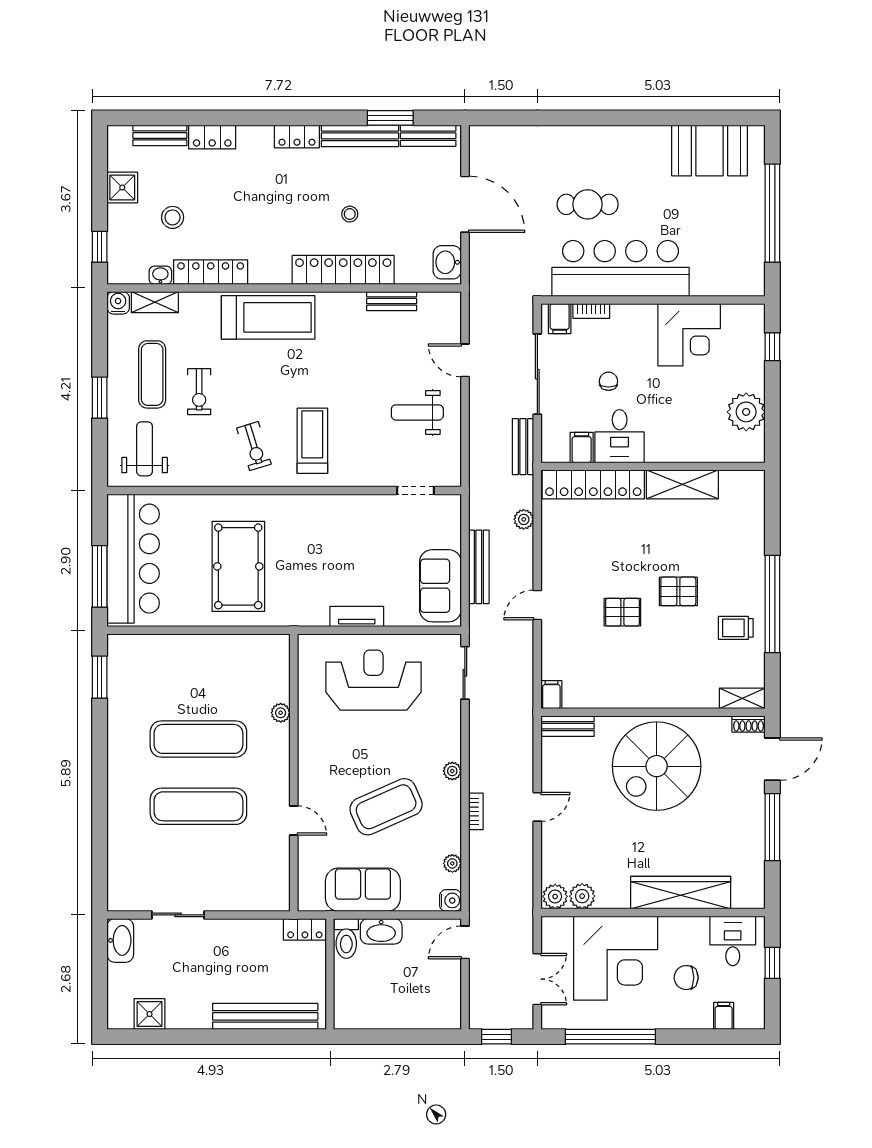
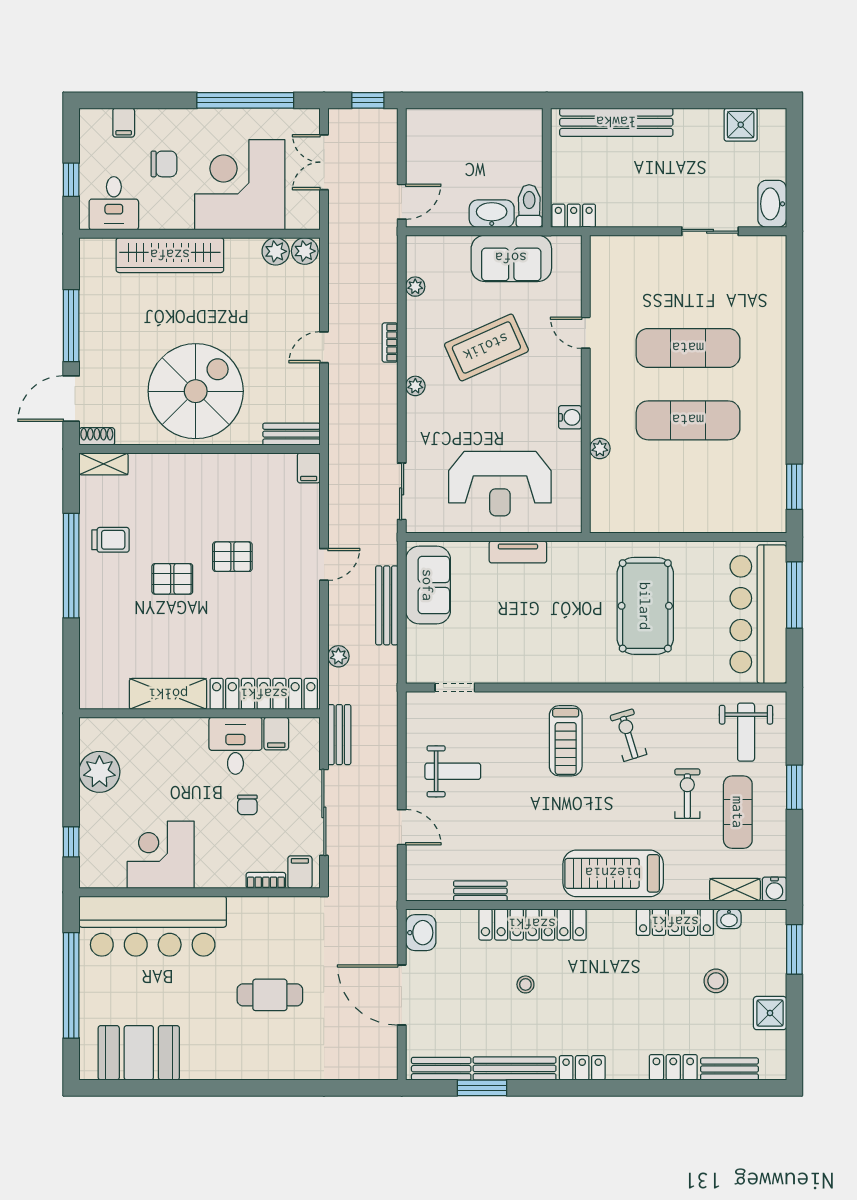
window: (100, 247) -> (794, 949), width x1.50
bar counter: (620, 268) -> (153, 926), moved
water cooler: (450, 900) -> (570, 417), moved, turned 180

